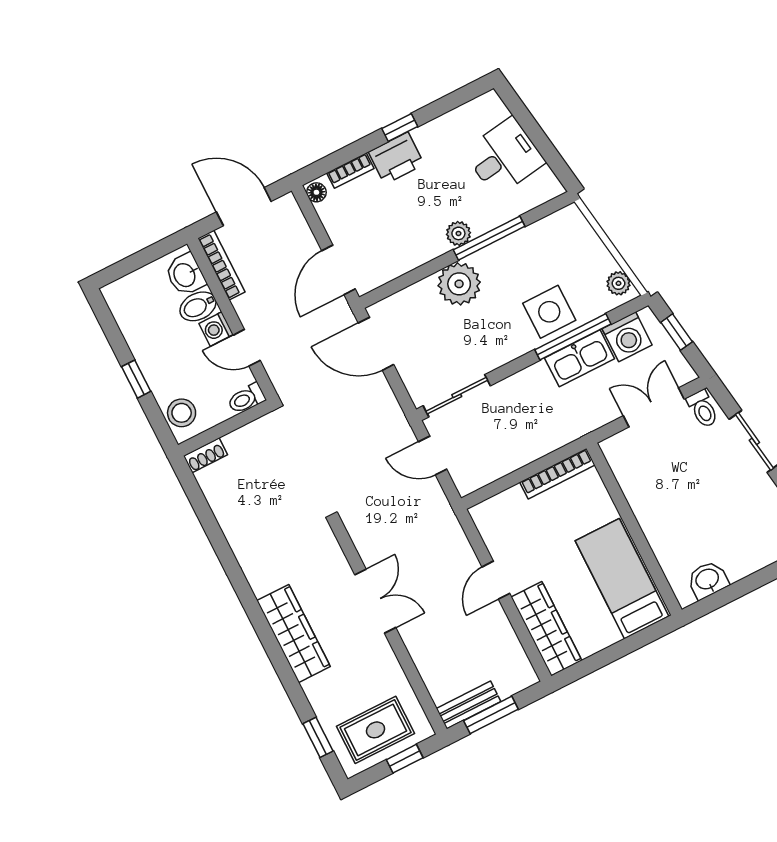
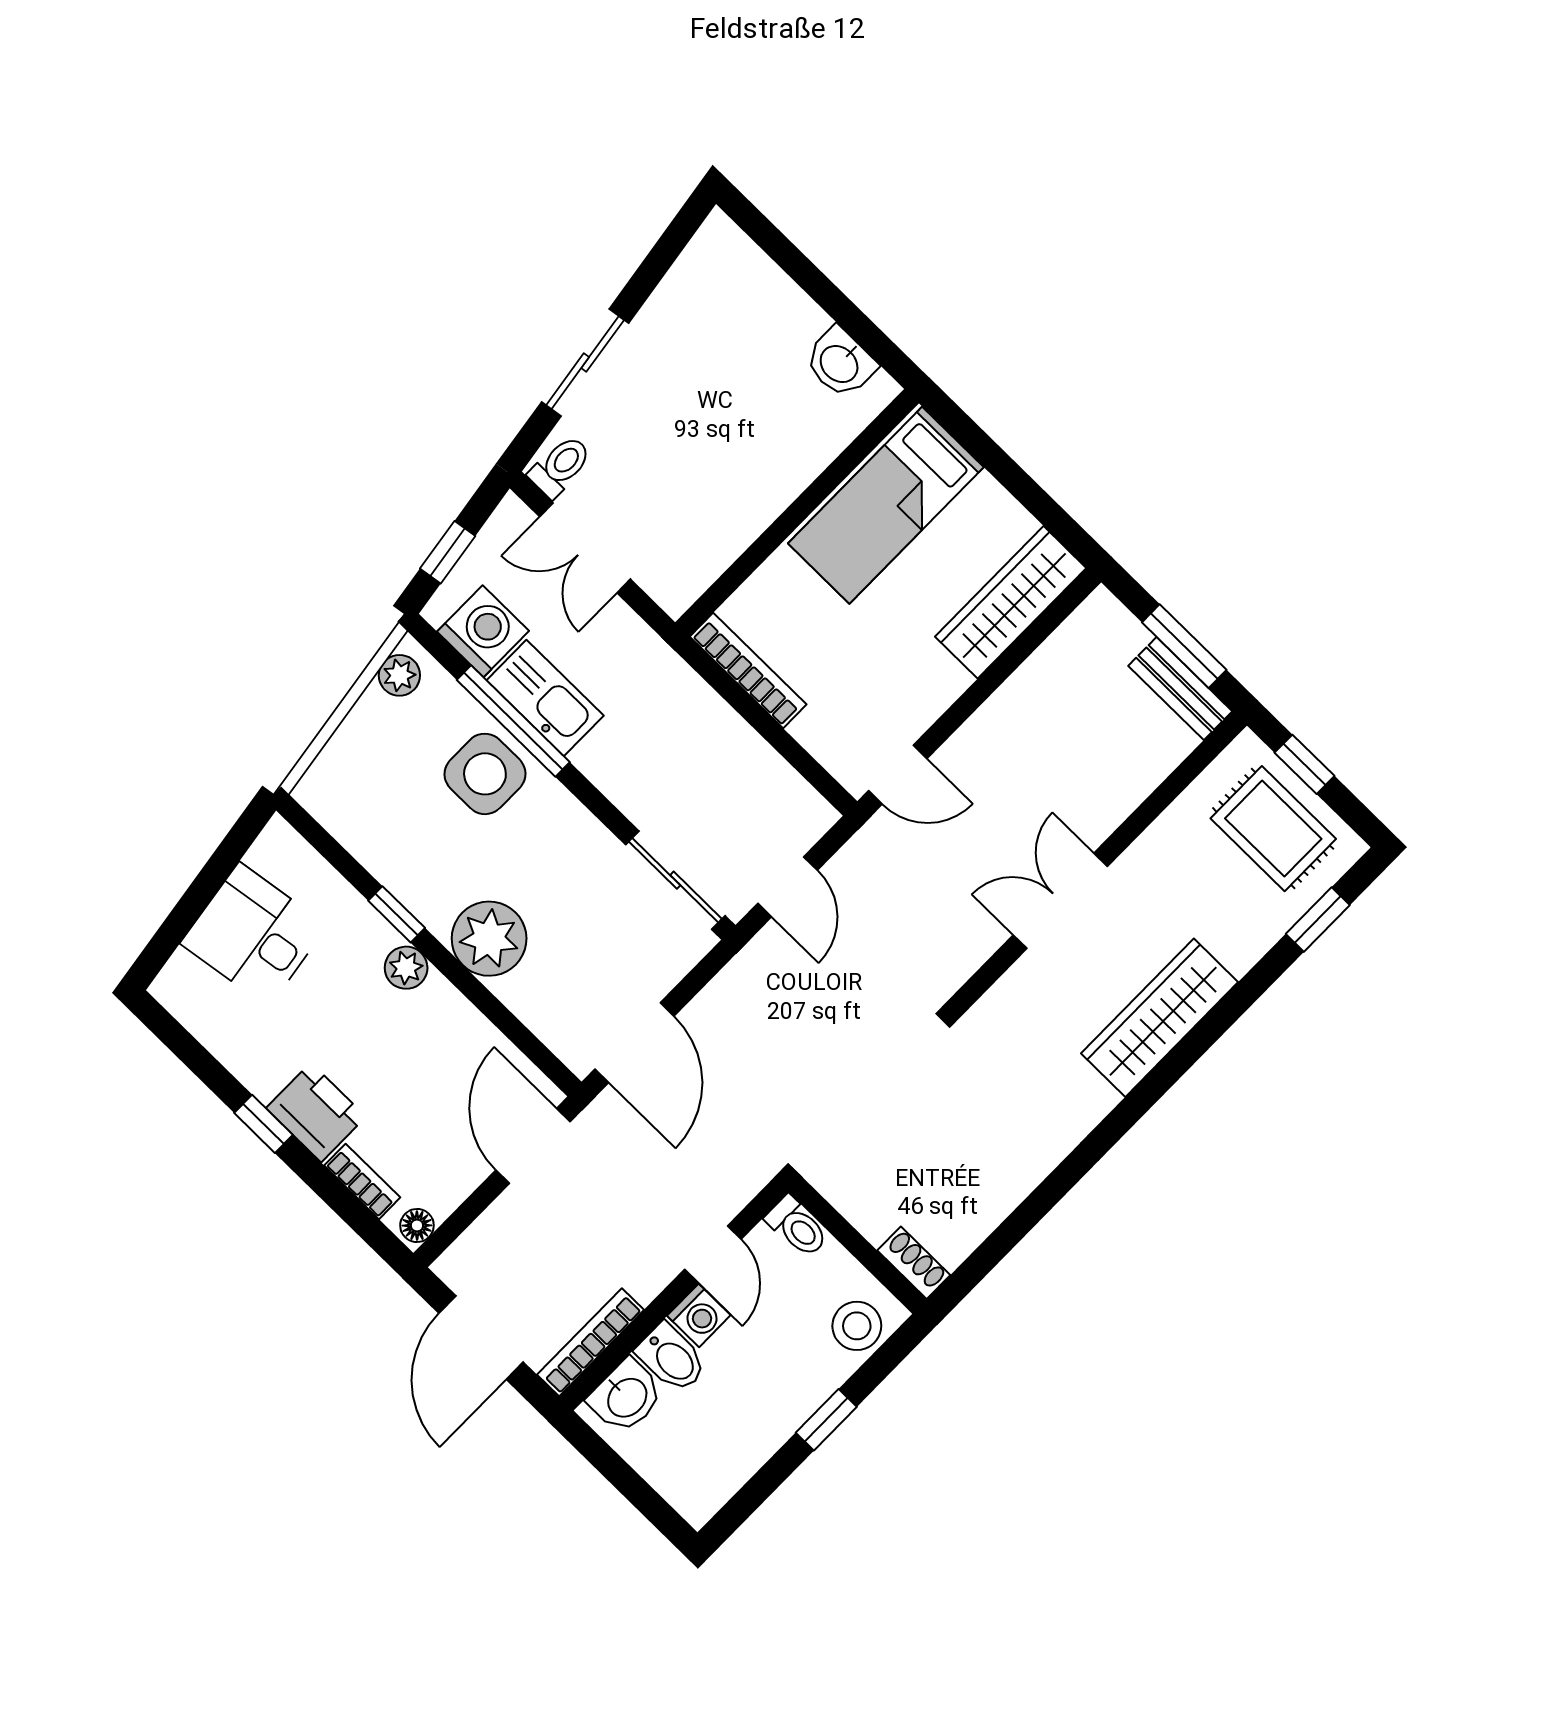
window: (489, 238) -> (397, 914), width x0.46
door: (338, 270) -> (533, 1146), swing flipped
door: (496, 580) -> (898, 775), moved

